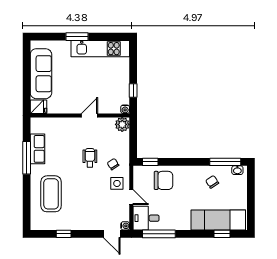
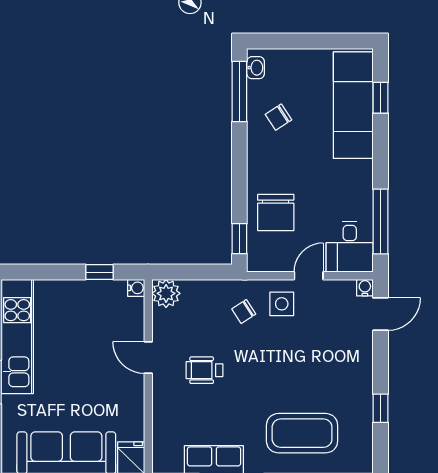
wheelchair: (90, 158) -> (205, 370), moved
chair: (164, 180) -> (276, 213), turned 180

